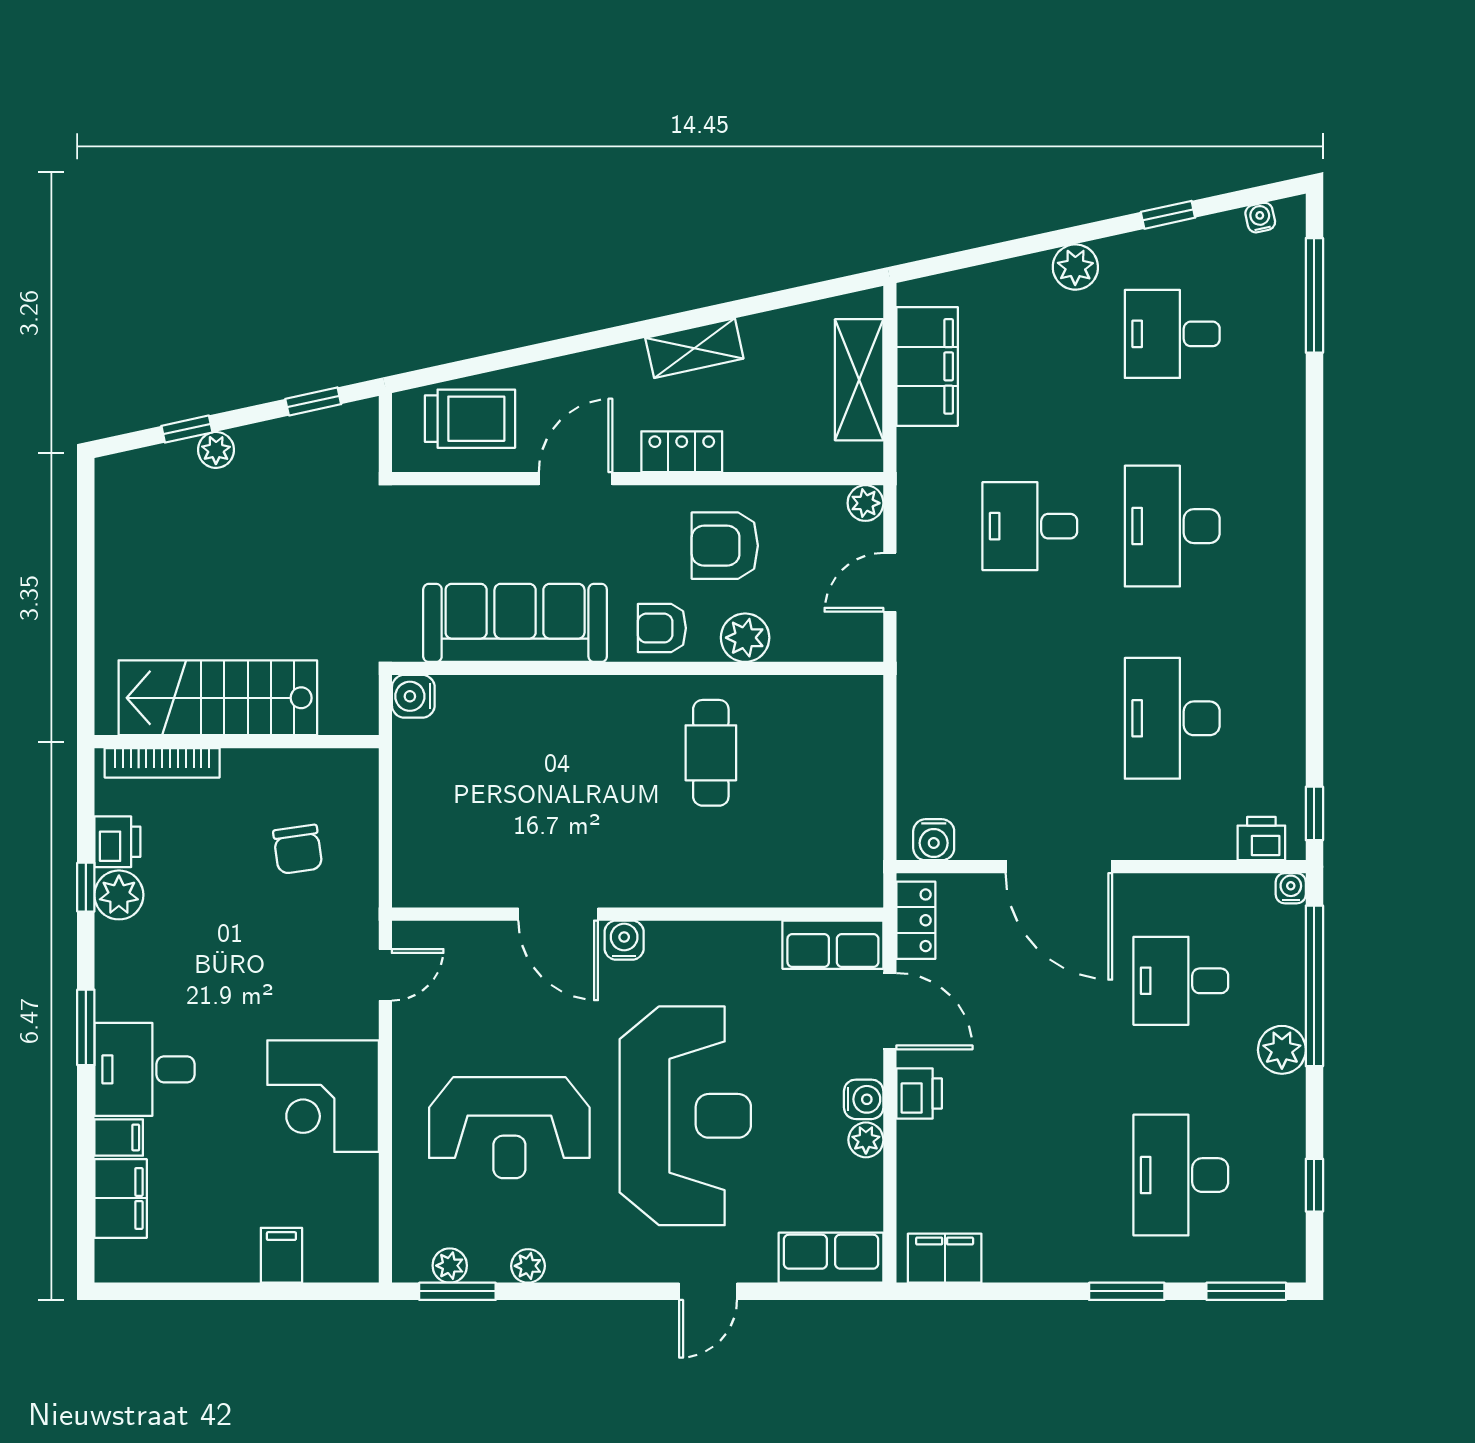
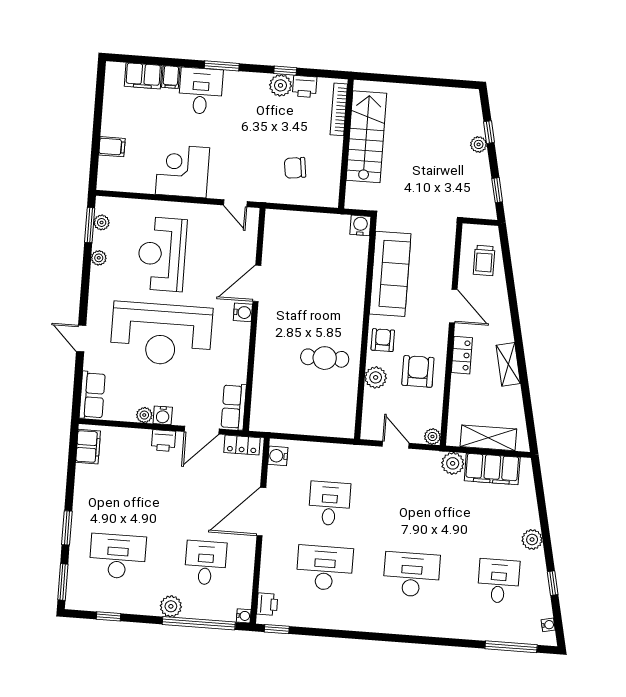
trolley: (470, 419) -> (484, 260), width x0.73, depth x0.72
plant: (921, 454) -> (453, 463), added
desk: (1030, 526) -> (329, 504), moved

